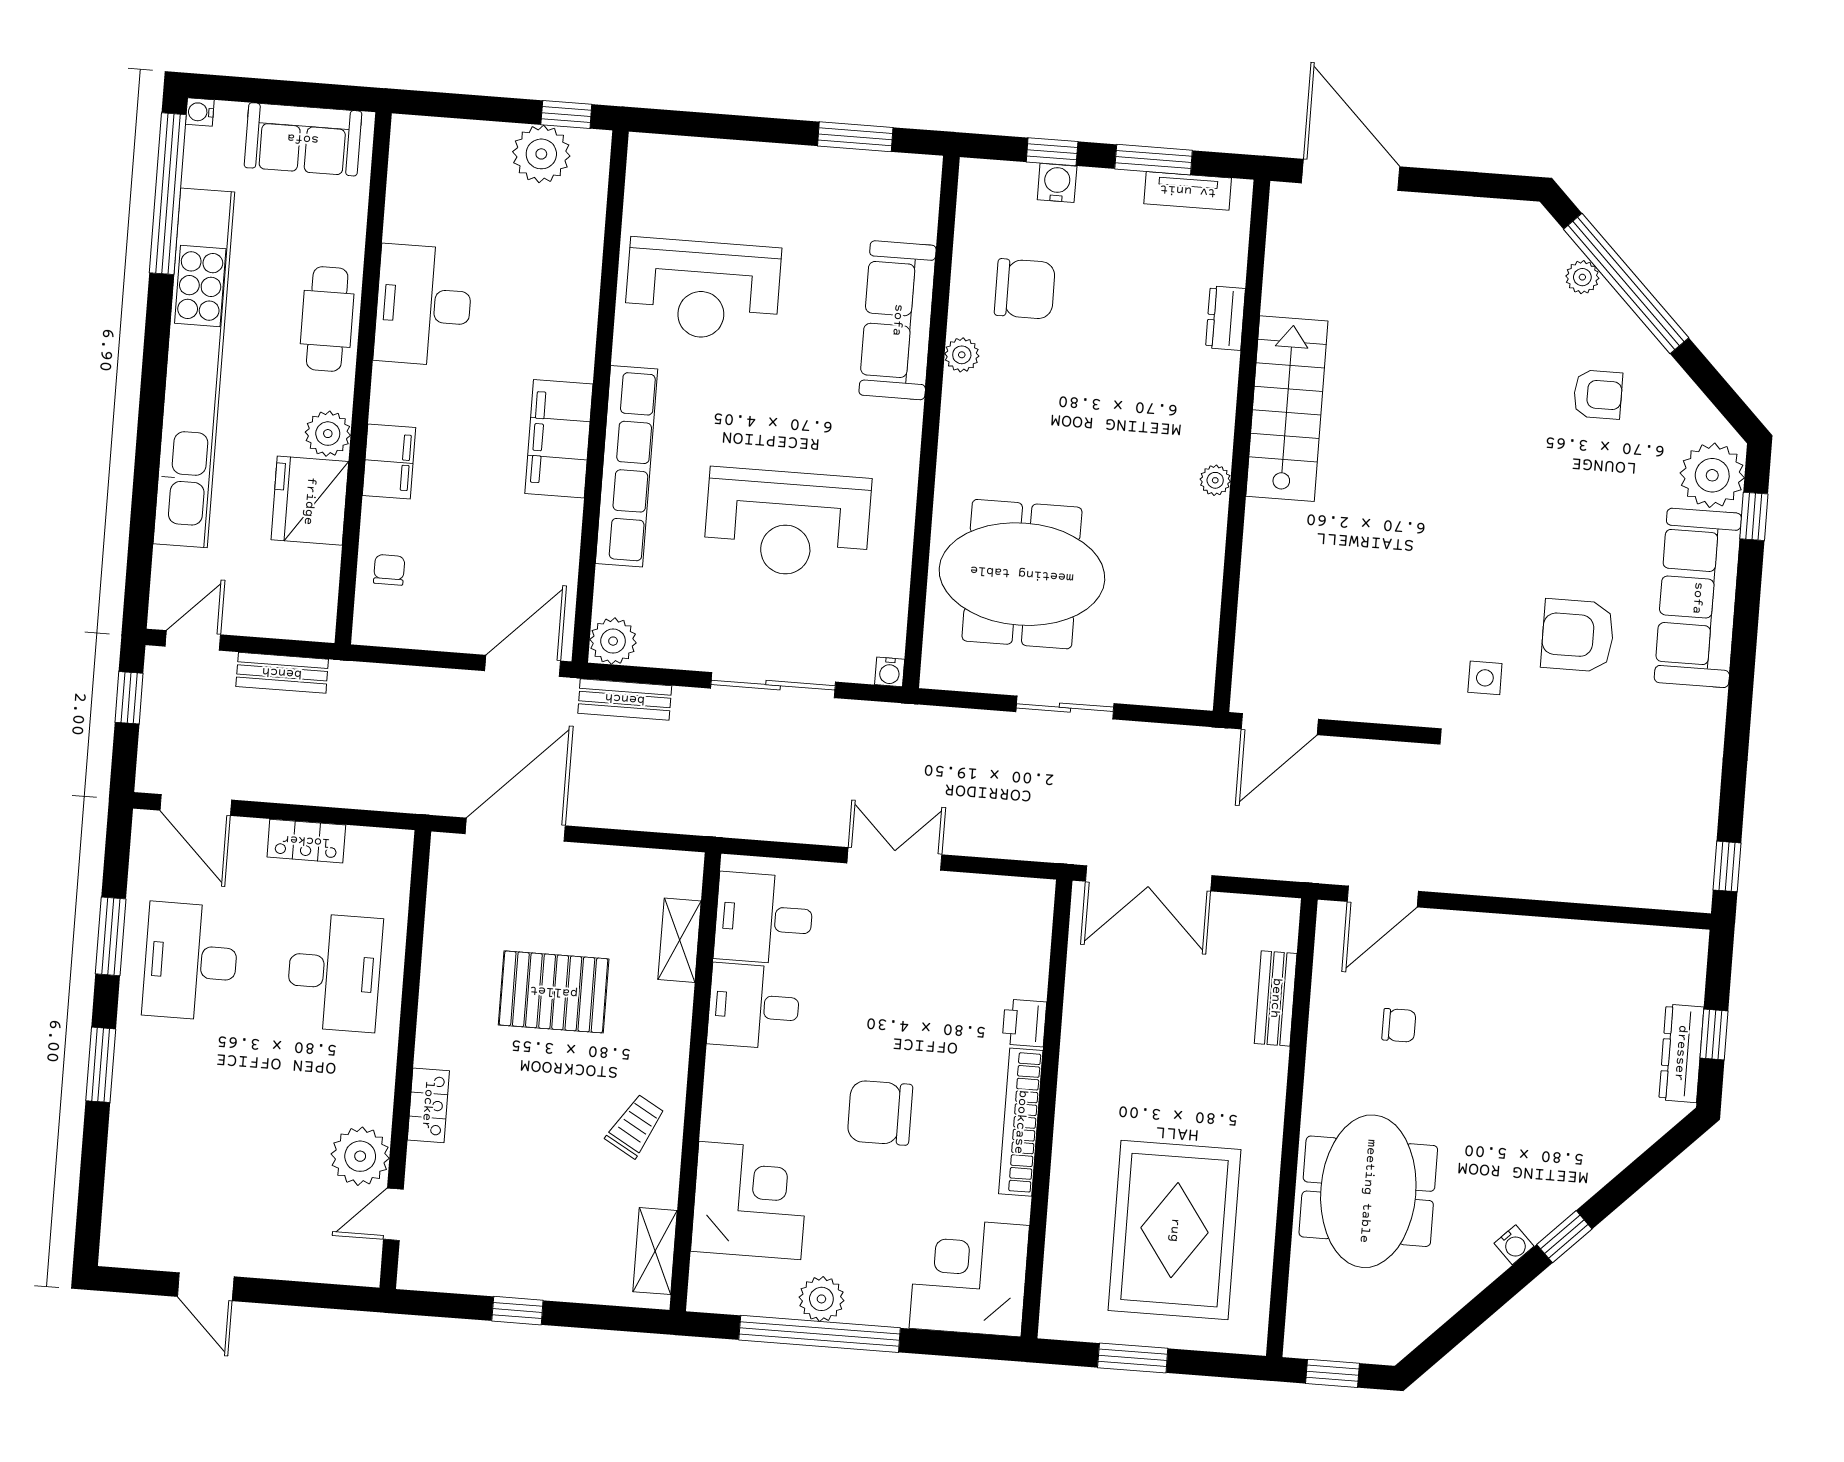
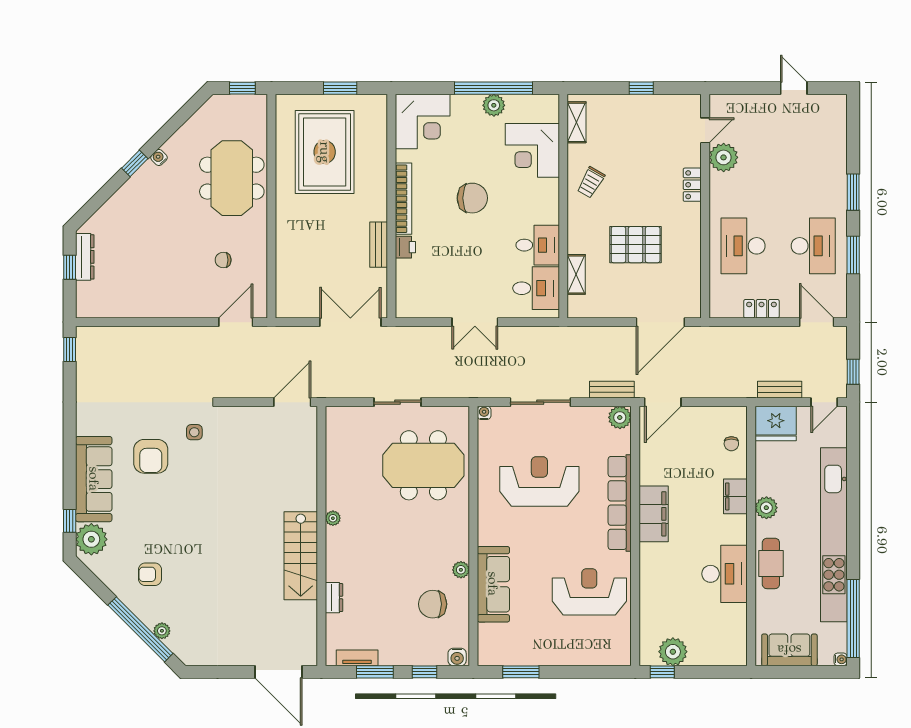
water cooler: (1057, 183) -> (457, 657), moved
fridge: (310, 501) -> (776, 423), moved, turned 90
armchair: (1578, 635) -> (151, 456), turned 90
bench: (1276, 998) -> (379, 245), moved

